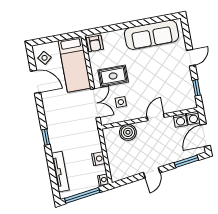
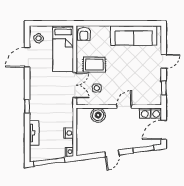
door: (35, 82) -> (27, 57), swing flipped
tv unit: (60, 172) -> (34, 133), width x0.71

